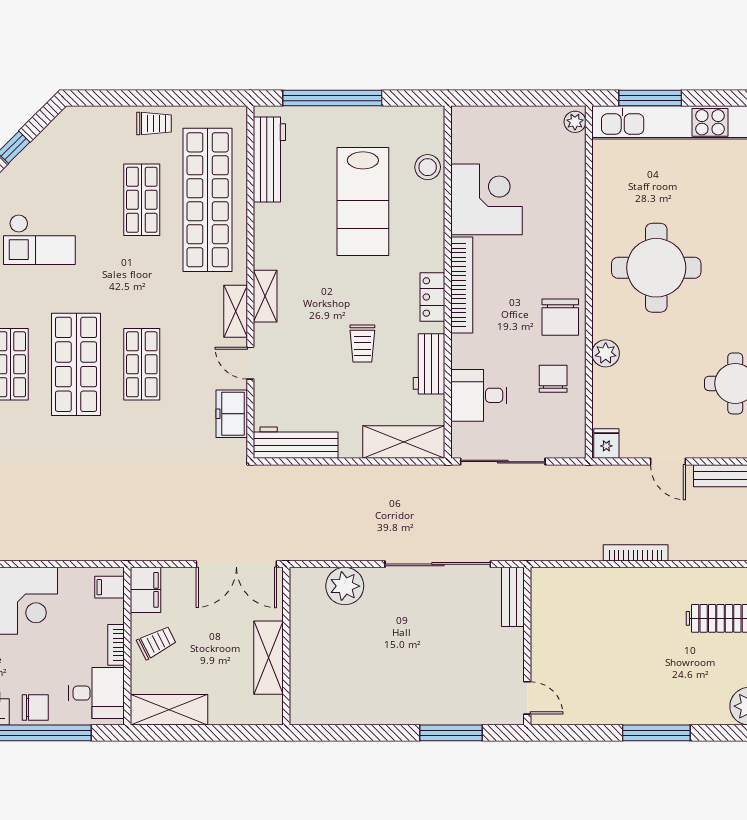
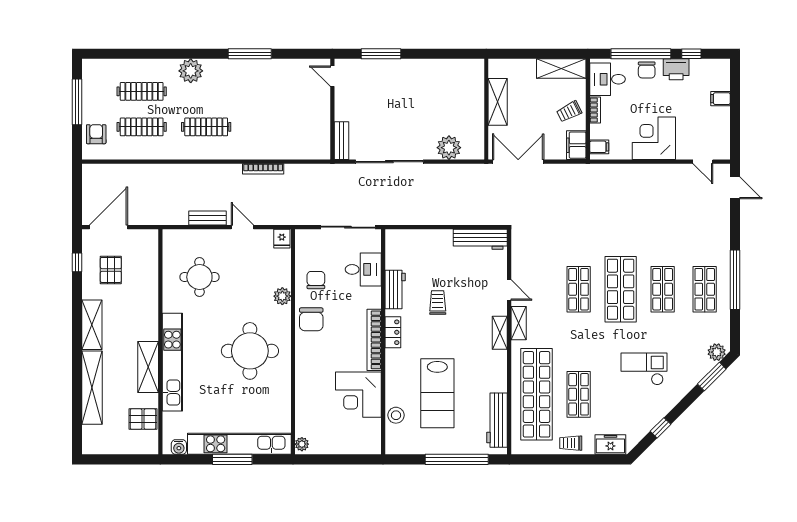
window: (650, 98) -> (232, 459), moved
lab bench: (363, 202) -> (437, 393), turned 180
chair: (560, 317) -> (311, 319), turned 180
chair: (553, 379) -> (316, 280), turned 180
freezer: (232, 414) -> (610, 445), moved, turned -90
shelving: (404, 442) -> (411, 240), removed
chair: (35, 707) -> (647, 70), turned -90

